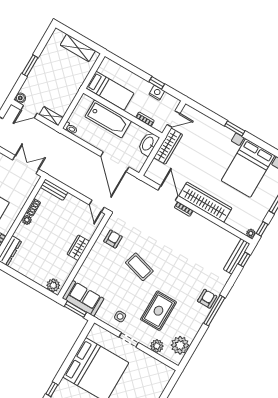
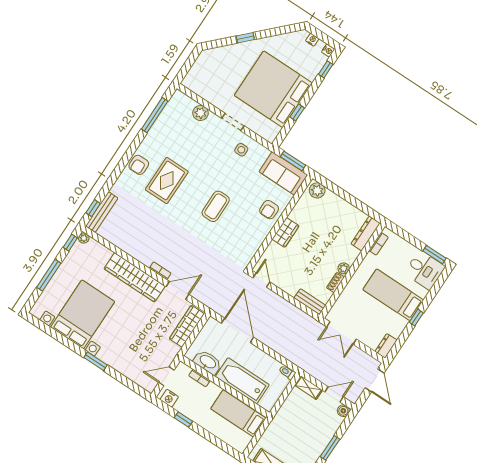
nightstand: (157, 93) -> (169, 398), moved
washbasin: (148, 144) -> (208, 362), moved, turned -90
wardrobe: (168, 146) -> (187, 326), moved
door: (168, 193) -> (177, 291), swing flipped
armchair: (113, 239) -> (269, 210), moved
coffee table: (139, 267) -> (216, 206), turned 74
rug: (158, 311) -> (167, 181), moved
window: (214, 311) -> (155, 115), moved
plant: (180, 345) -> (173, 112), removed
window: (74, 351) -> (297, 112), added

